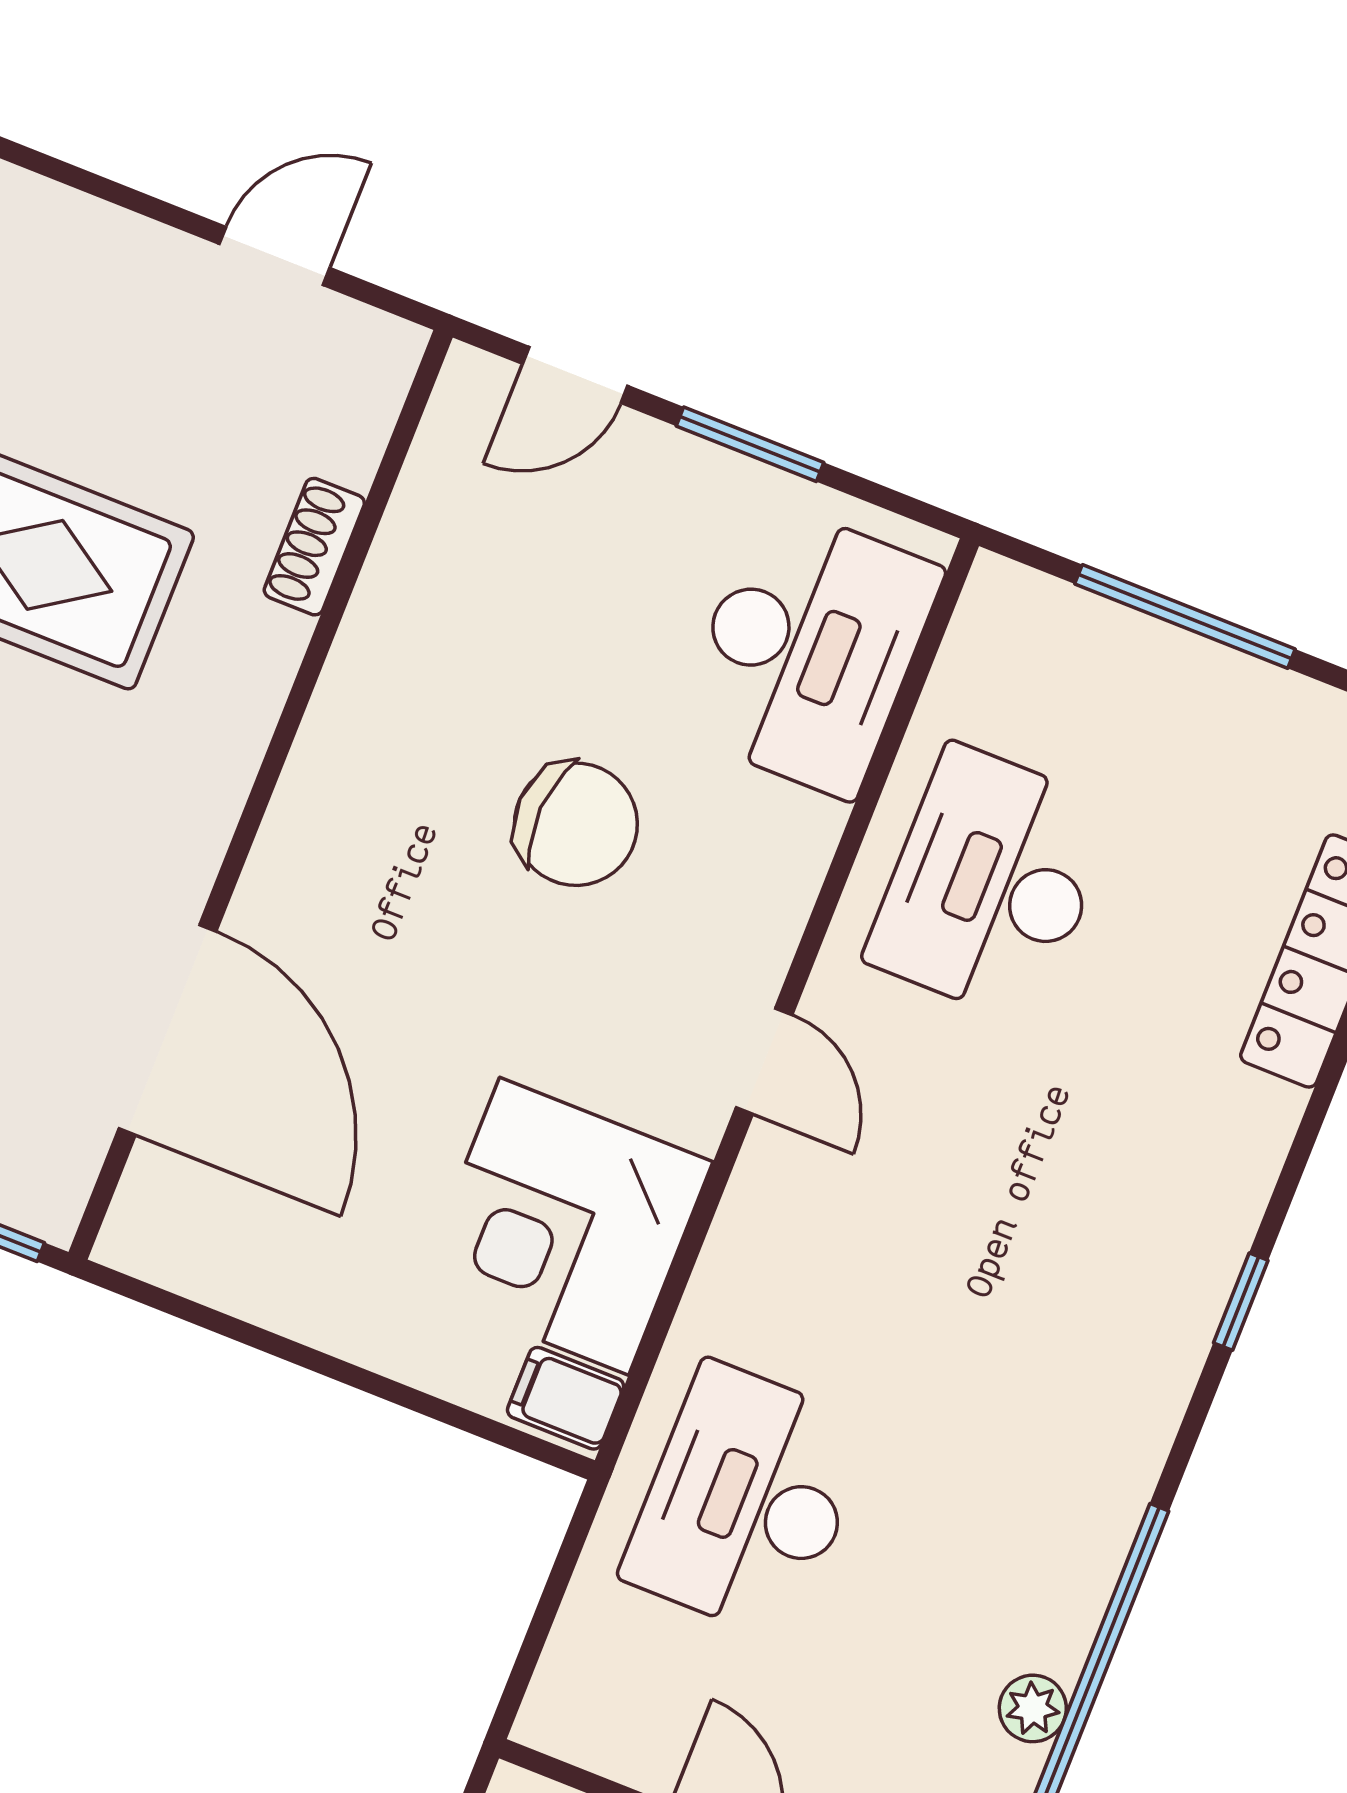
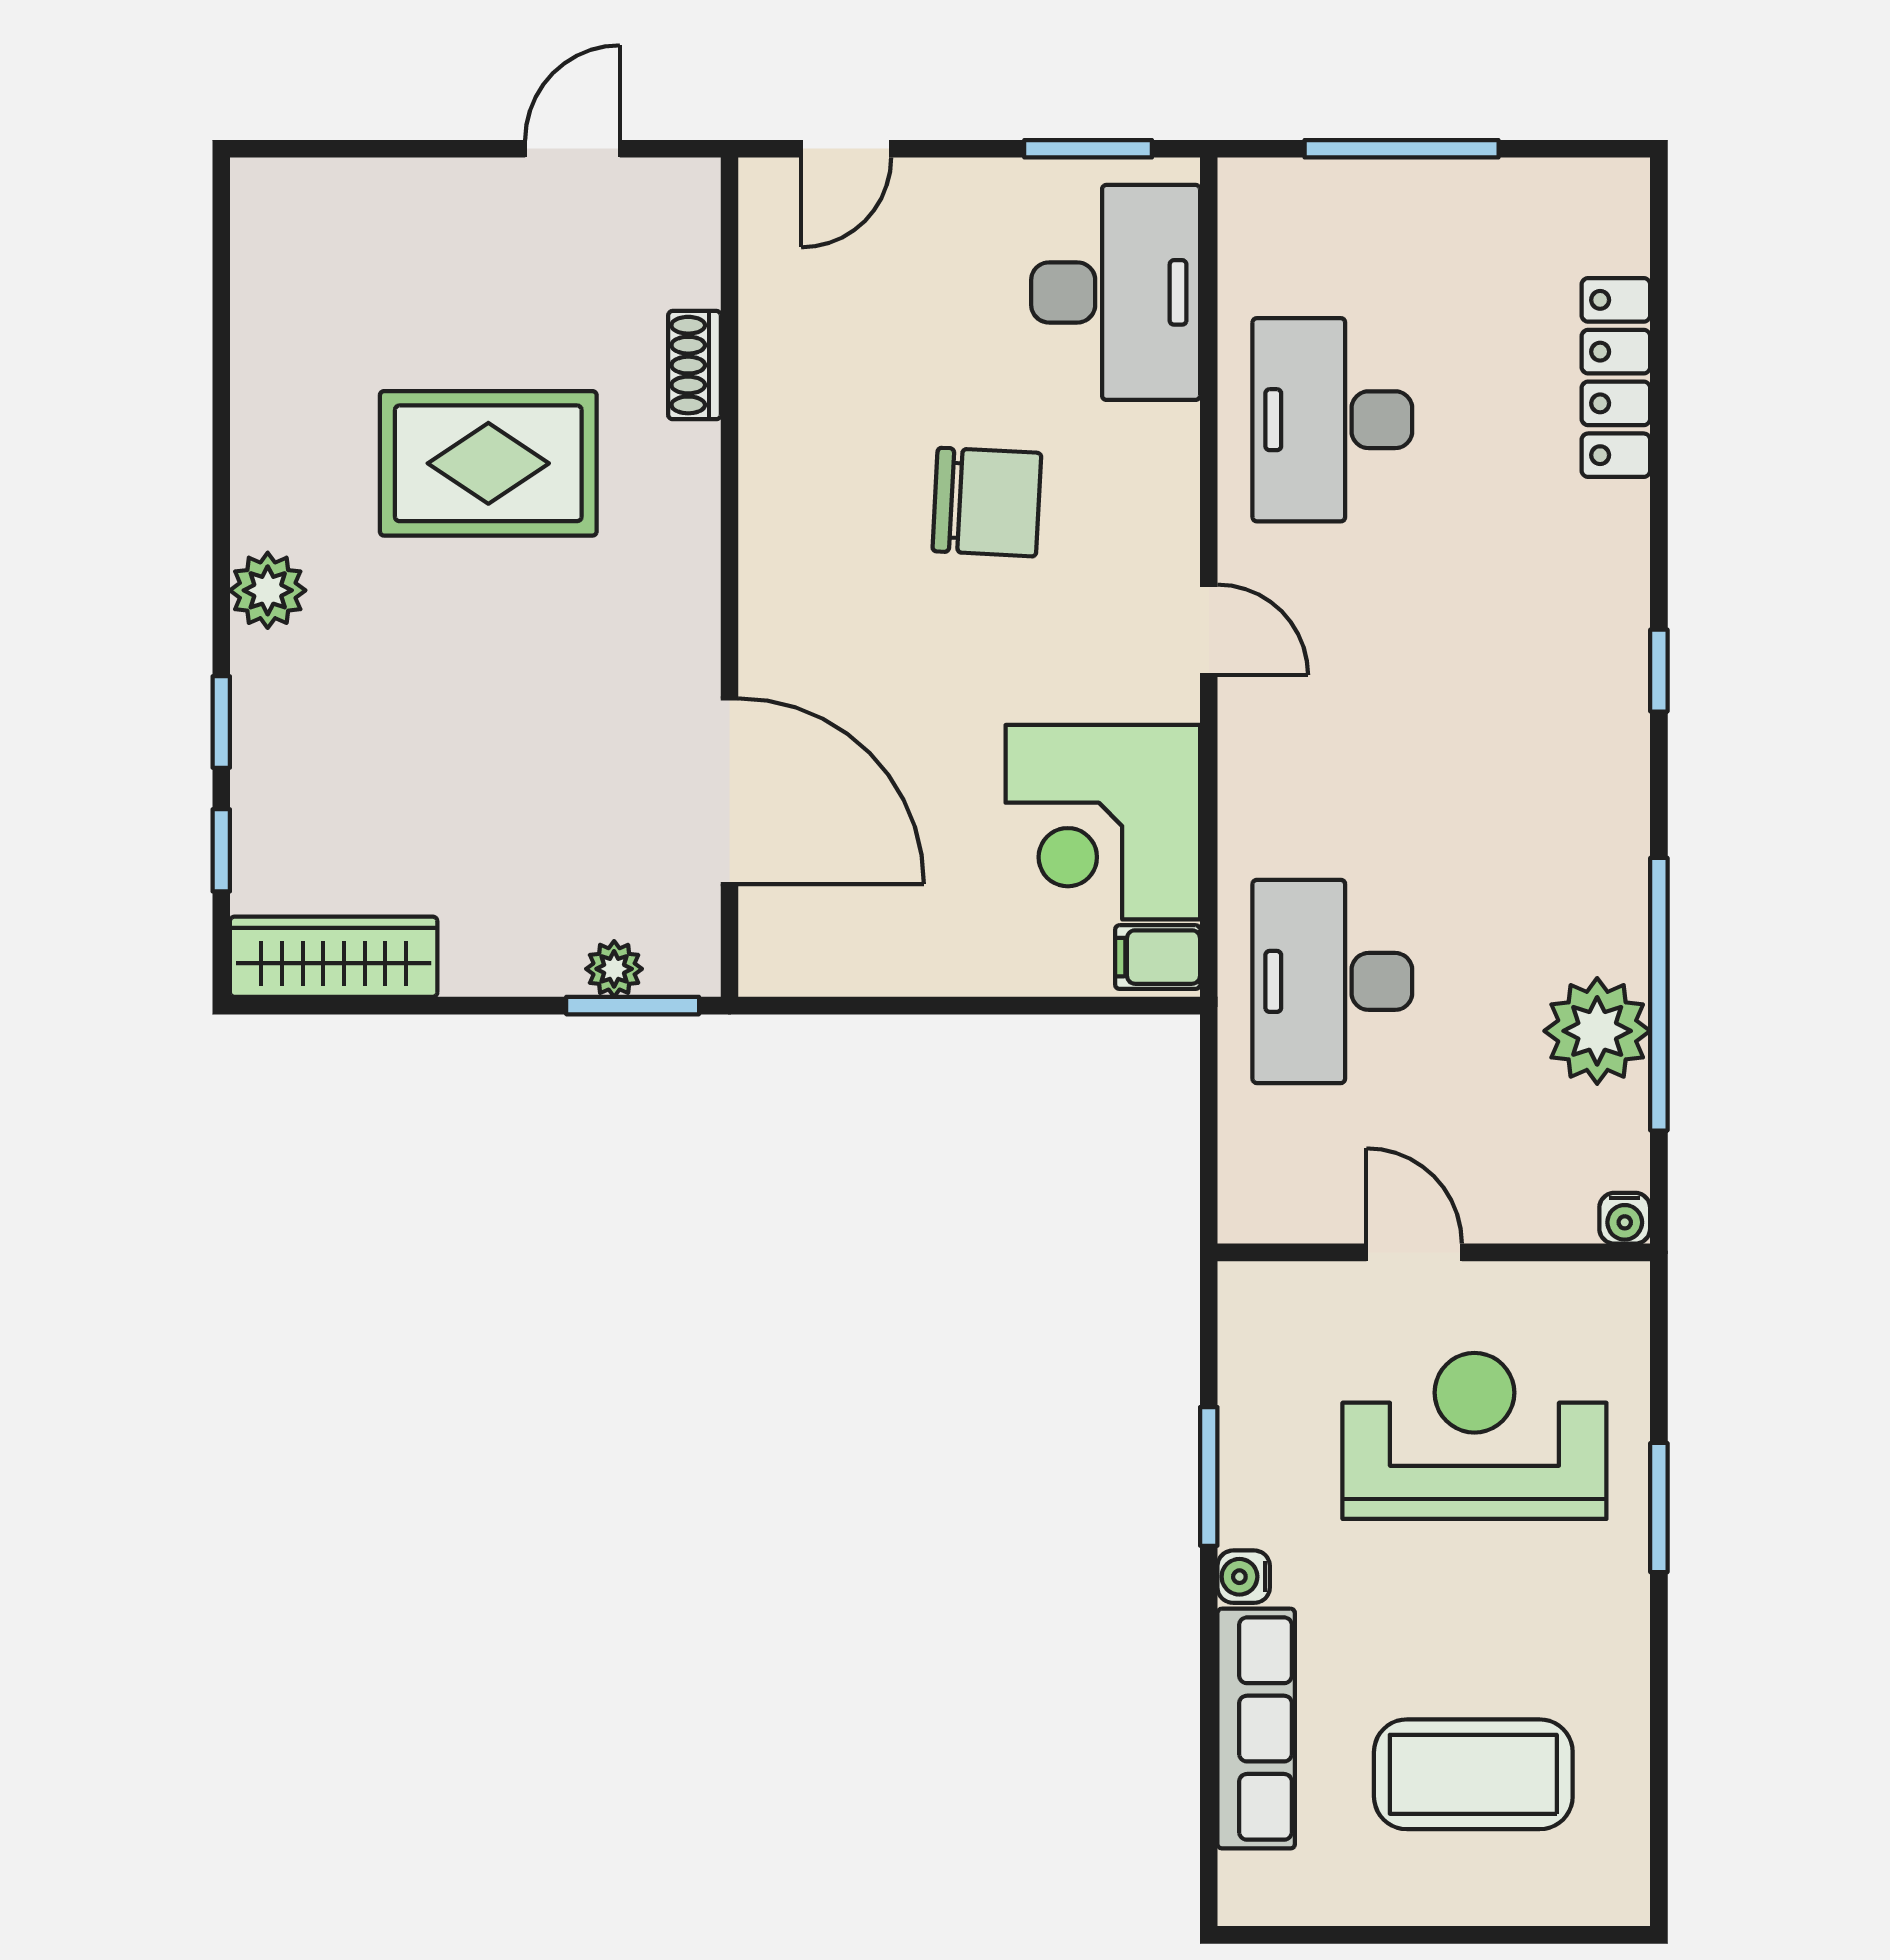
window: (750, 444) -> (1088, 149), moved
plant: (1033, 1708) -> (1597, 1031), width x1.88, depth x1.88

